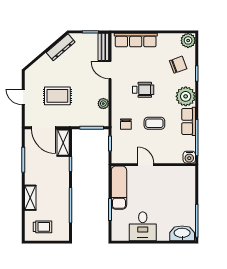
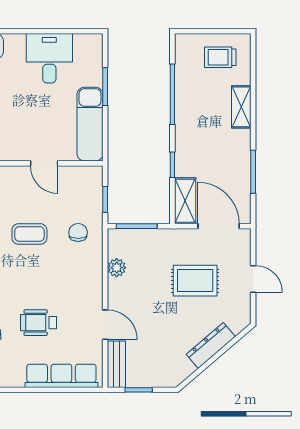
dresser: (61, 47) -> (211, 345), moved
wheelchair: (143, 90) -> (38, 323), moved

